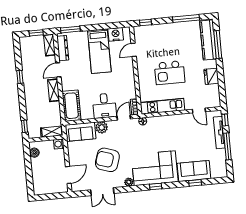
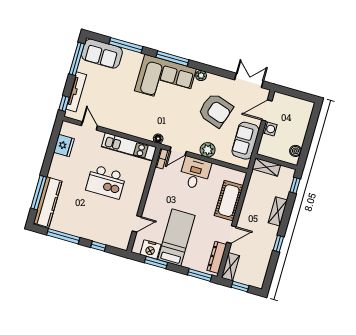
window: (145, 22) -> (98, 246), moved
window: (108, 26) -> (156, 263), added
kitchen island: (170, 73) -> (106, 182), turned 180
fridge: (211, 76) -> (64, 146), moved
shelving: (54, 90) -> (278, 211), moved
cot: (71, 106) -> (229, 201), moved
sofa: (80, 132) -> (245, 141), moved, turned -90
washing machine: (59, 144) -> (270, 129), moved
window: (227, 146) -> (77, 59), moved
sofa: (194, 171) -> (102, 54), moved
window: (195, 183) -> (126, 45), width x2.17
window: (156, 187) -> (172, 59), width x2.17
double door: (102, 192) -> (249, 80), moved

